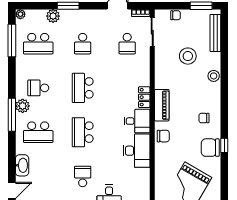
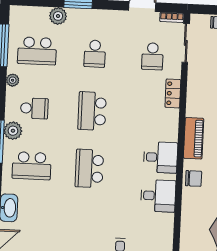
plant: (20, 14) -> (13, 80), moved
school desk: (38, 88) -> (34, 108), turned 180
locker: (144, 97) -> (173, 93), moved
desk: (137, 151) -> (158, 196), width x0.73
school desk: (83, 176) -> (87, 226), removed

